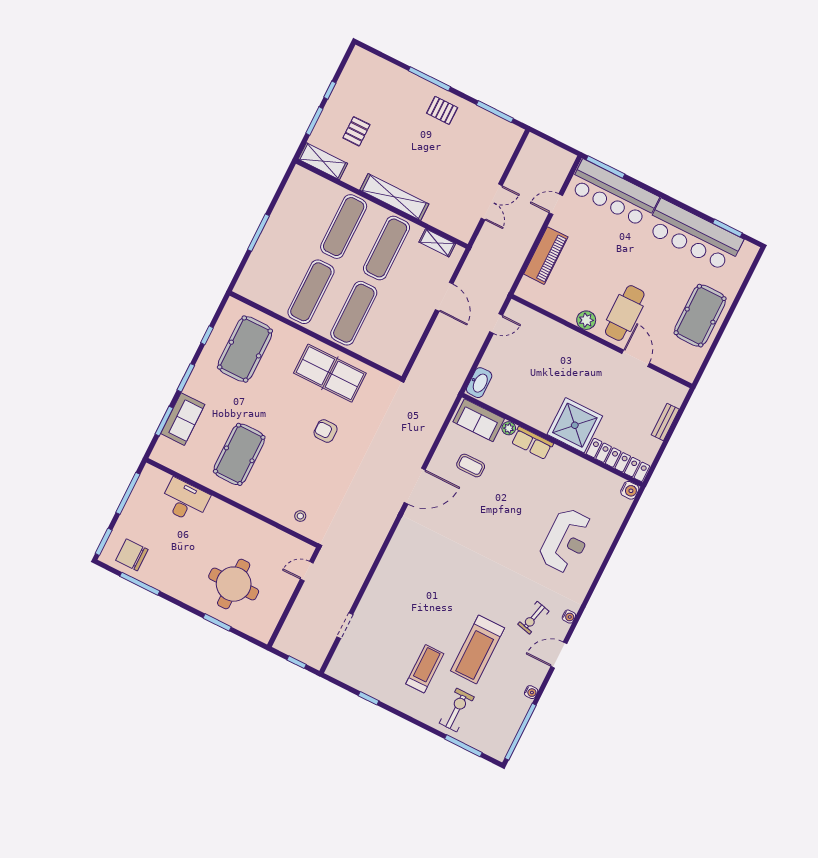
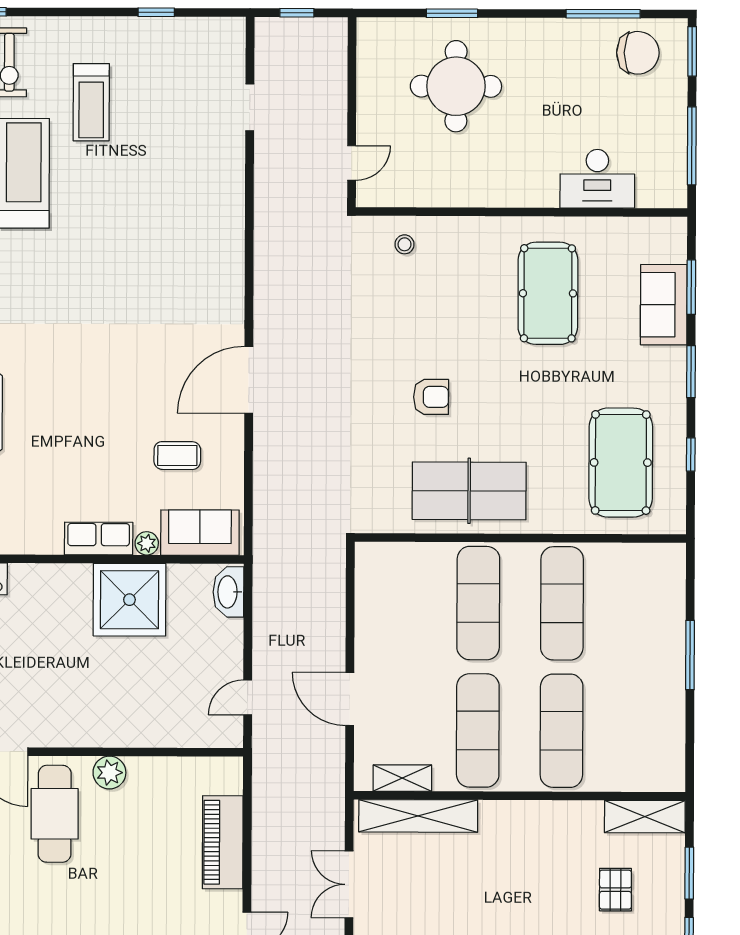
shelving: (394, 197) -> (418, 816), moved
shower: (575, 425) -> (129, 600), moved

